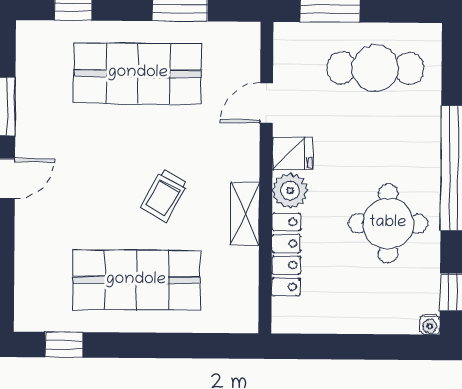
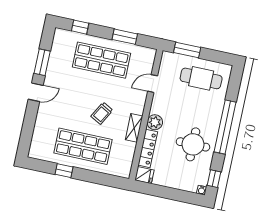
fridge: (292, 154) -> (144, 175), moved
window: (64, 345) -> (64, 171), moved

